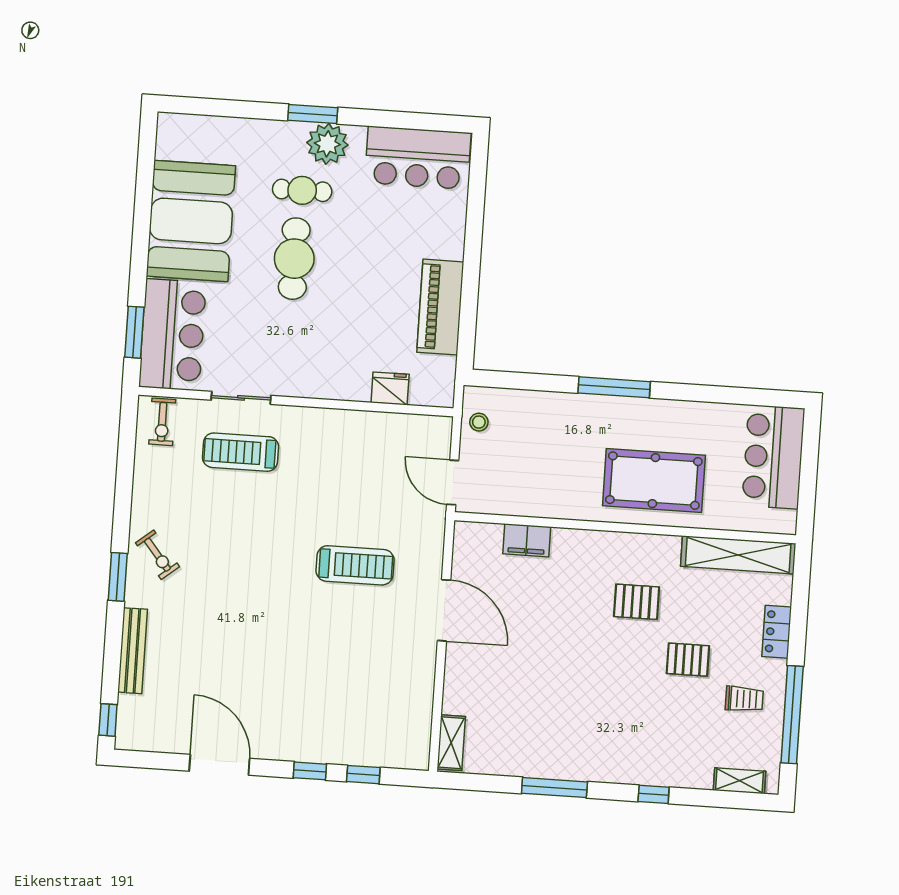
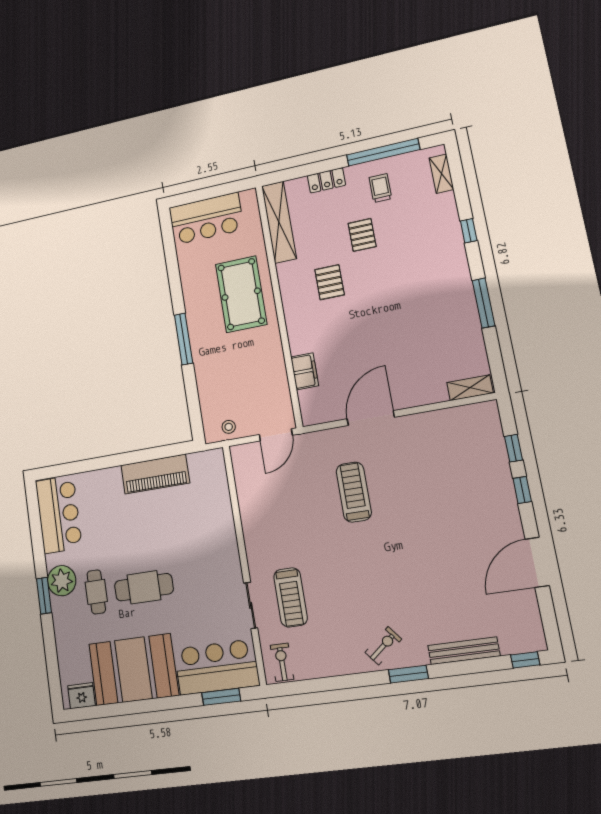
fridge: (390, 388) -> (82, 696), moved, turned 90
exercise bike: (162, 422) -> (282, 662), turned -90

